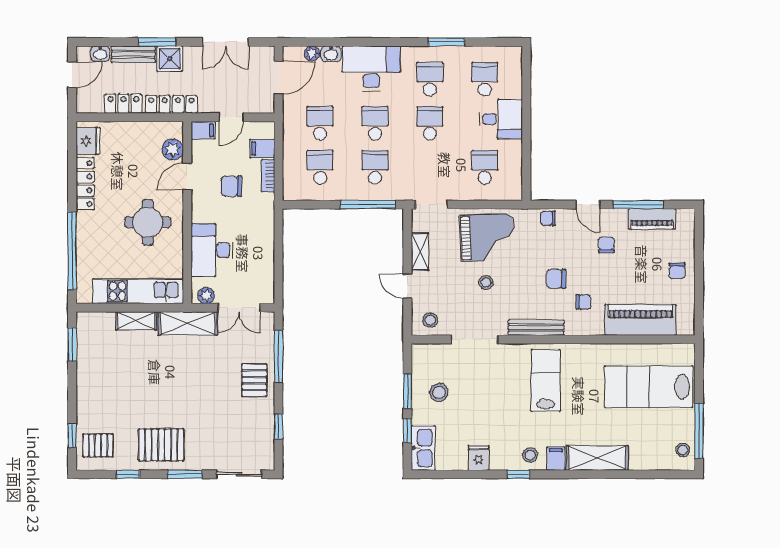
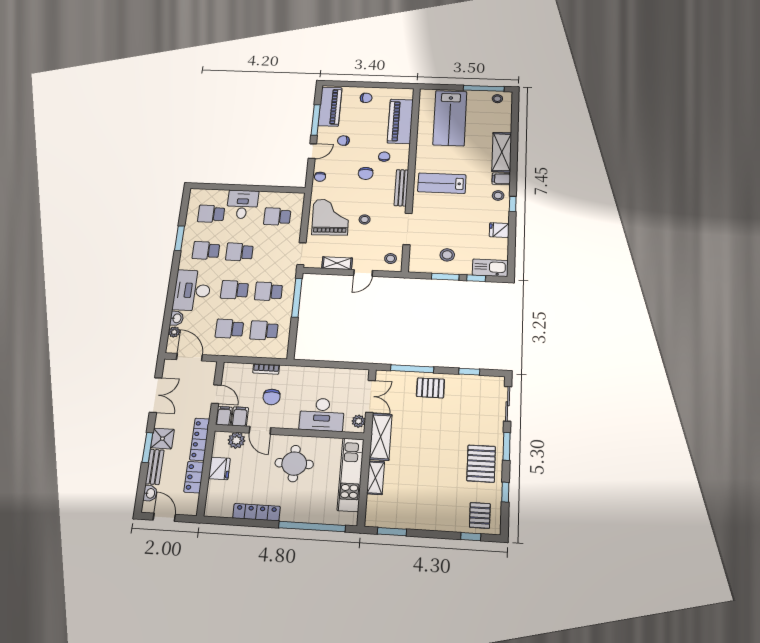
fridge: (88, 141) -> (219, 469), moved, turned 90
filing cabinet: (262, 149) -> (240, 417), moved, turned 180
piano: (652, 219) -> (330, 107), width x1.37, depth x1.33

